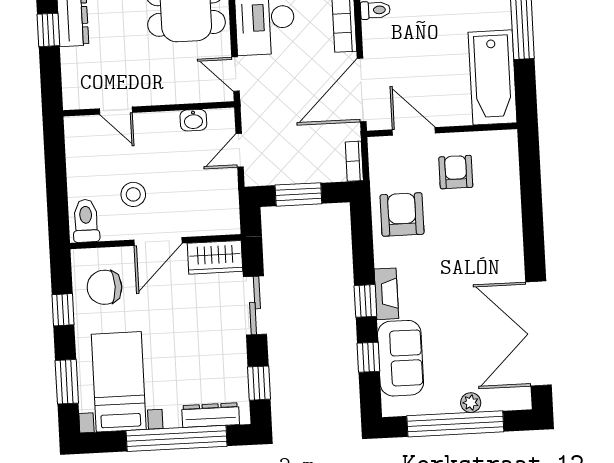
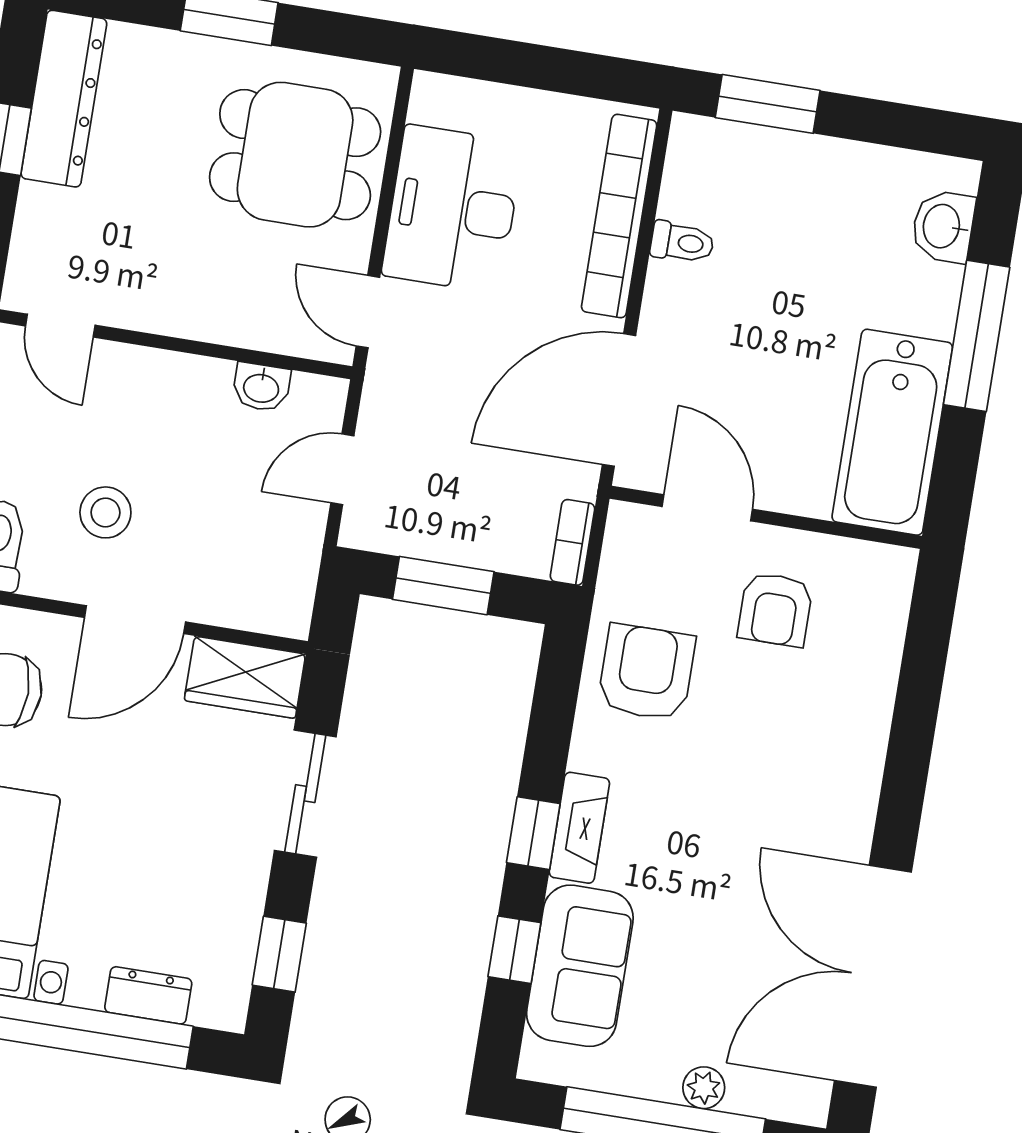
door: (116, 111) -> (60, 326), moved
armchair: (456, 172) -> (775, 609), turned 180
dresser: (211, 415) -> (148, 995), width x0.70

